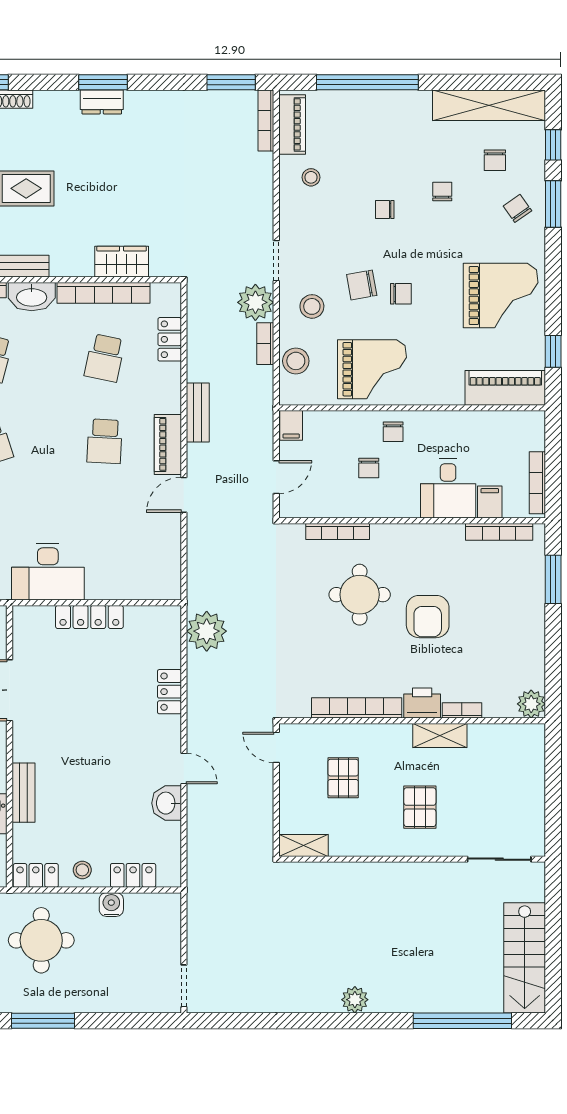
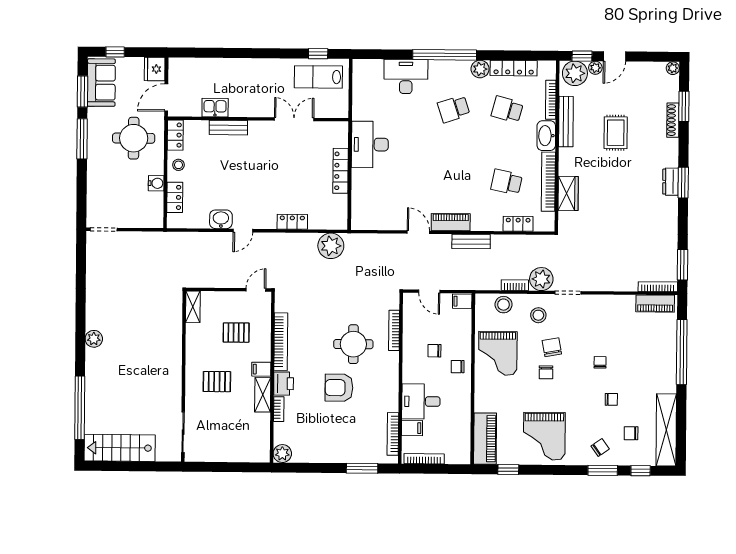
stool: (311, 177) -> (621, 315), removed
school desk: (105, 441) -> (453, 182), removed
filing cabinet: (400, 738) -> (261, 369), added

